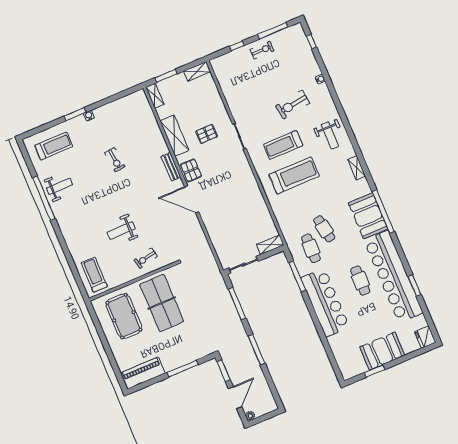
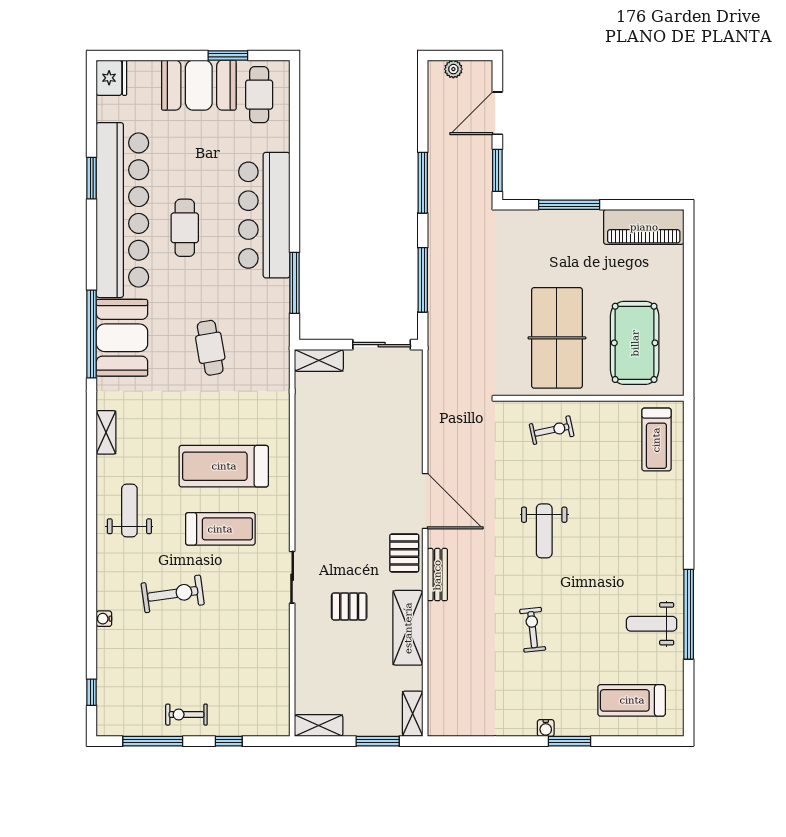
weight bench: (121, 231) -> (544, 531), moved, turned 90
cafe table: (311, 248) -> (259, 95), moved
plant: (250, 416) -> (453, 69), moved

